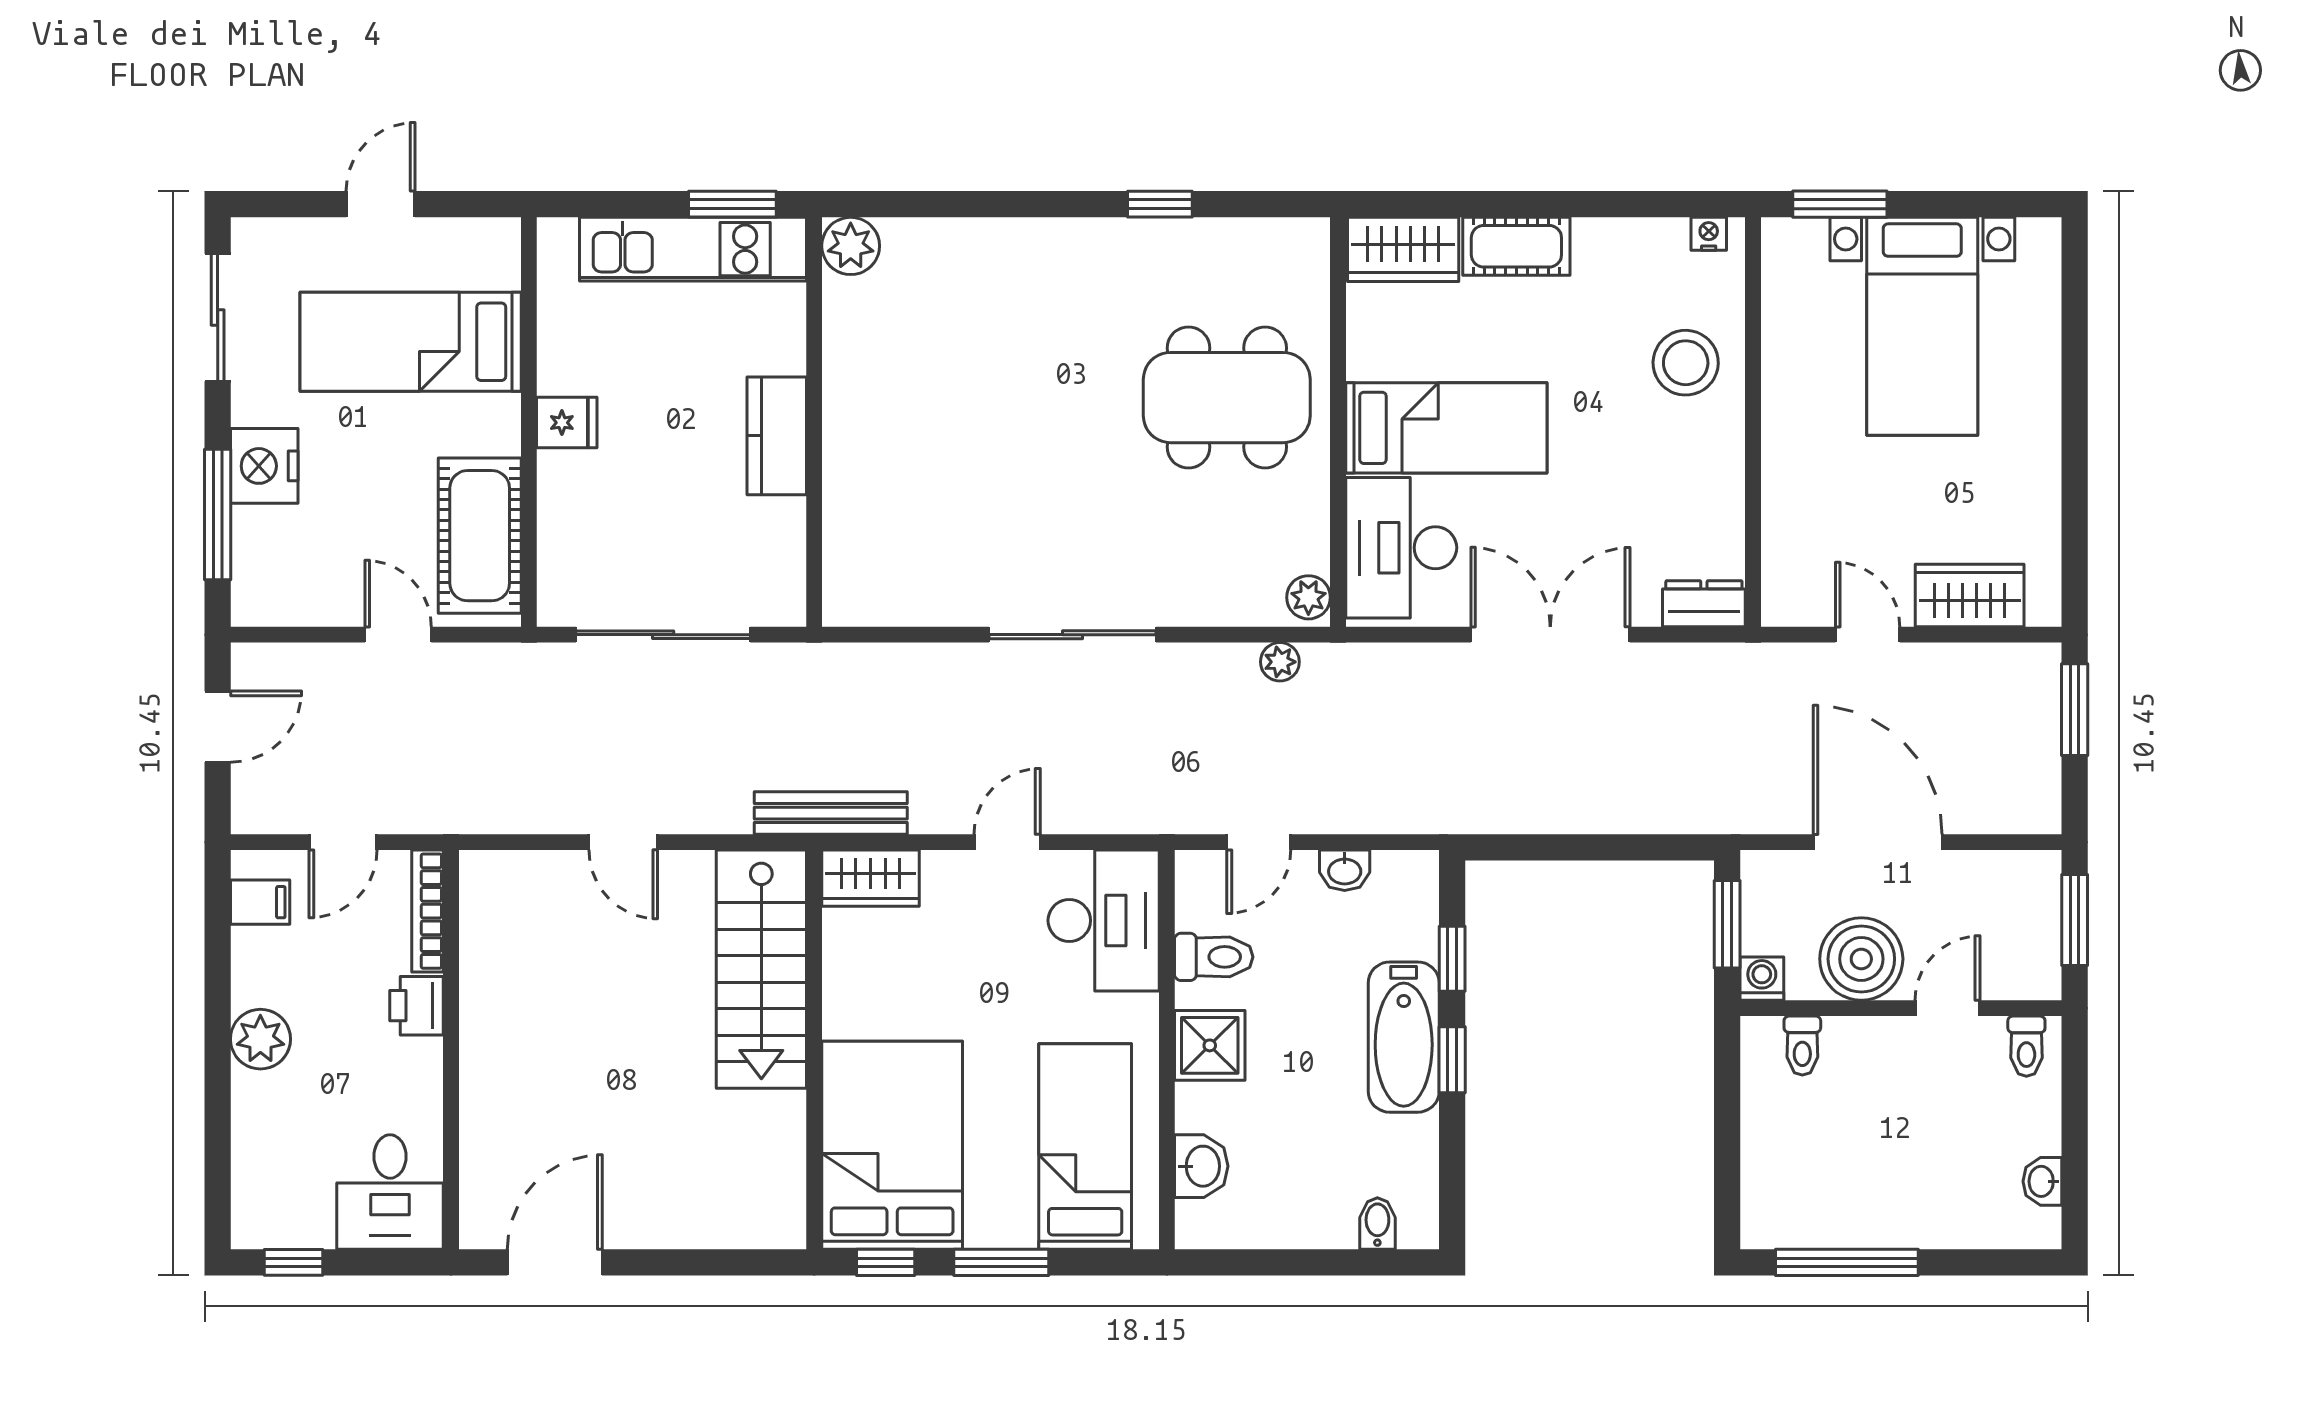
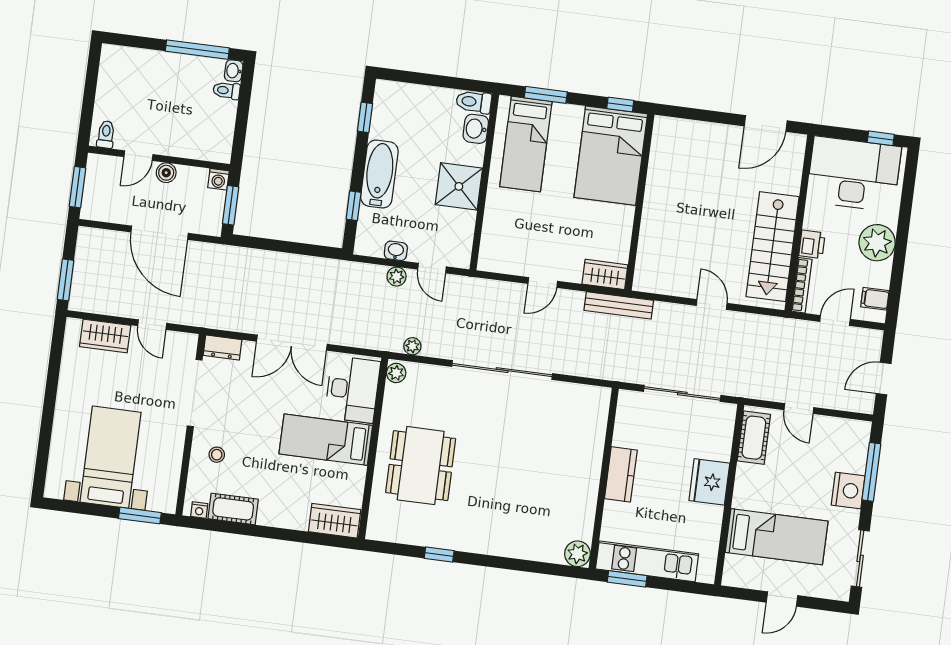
cot: (1516, 246) -> (233, 509), moved
stool: (1686, 363) -> (217, 455), width x0.53, depth x0.53
dining table: (1227, 398) -> (421, 466), turned 90
fridge: (567, 423) -> (709, 482), width x1.88, depth x1.34
doorway: (1753, 494) -> (195, 393), added
cot: (480, 536) -> (754, 438), width x0.73, depth x0.75
sliding door: (1072, 635) -> (502, 370), width x1.36
plant: (1336, 813) -> (397, 277), added
door: (1259, 842) -> (432, 268), swing flipped
desk: (1104, 920) -> (505, 242), removed
toilet: (1214, 957) -> (474, 102), moved
boiler: (1861, 959) -> (166, 173), width x0.54, depth x0.54
stairs: (761, 969) -> (773, 247), moved, turned 180
plant: (260, 1039) -> (877, 243), width x1.36, depth x1.36
shower: (1210, 1045) -> (459, 186), width x1.36, depth x1.36
toilet: (1802, 1046) -> (226, 91), moved, turned -90
window: (1452, 1060) -> (365, 117), moved
washbasin: (2042, 1181) -> (234, 71), moved, turned 180
desk: (390, 1192) -> (854, 174), width x1.87, depth x1.30
bidet: (1377, 1223) -> (402, 94), removed
window: (1001, 1262) -> (546, 95), moved

